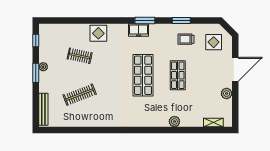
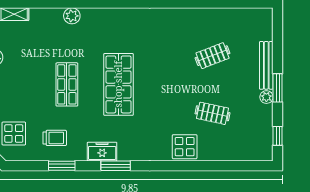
freezer: (139, 30) -> (102, 152), moved
clothes rail: (80, 95) -> (213, 56), width x0.73
bench: (43, 109) -> (266, 65), moved

